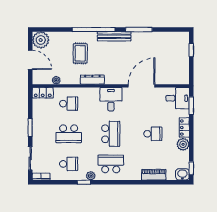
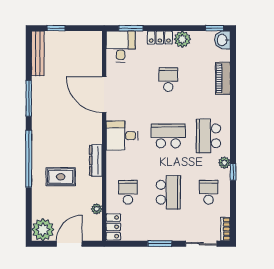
bench: (114, 36) -> (38, 53), moved

